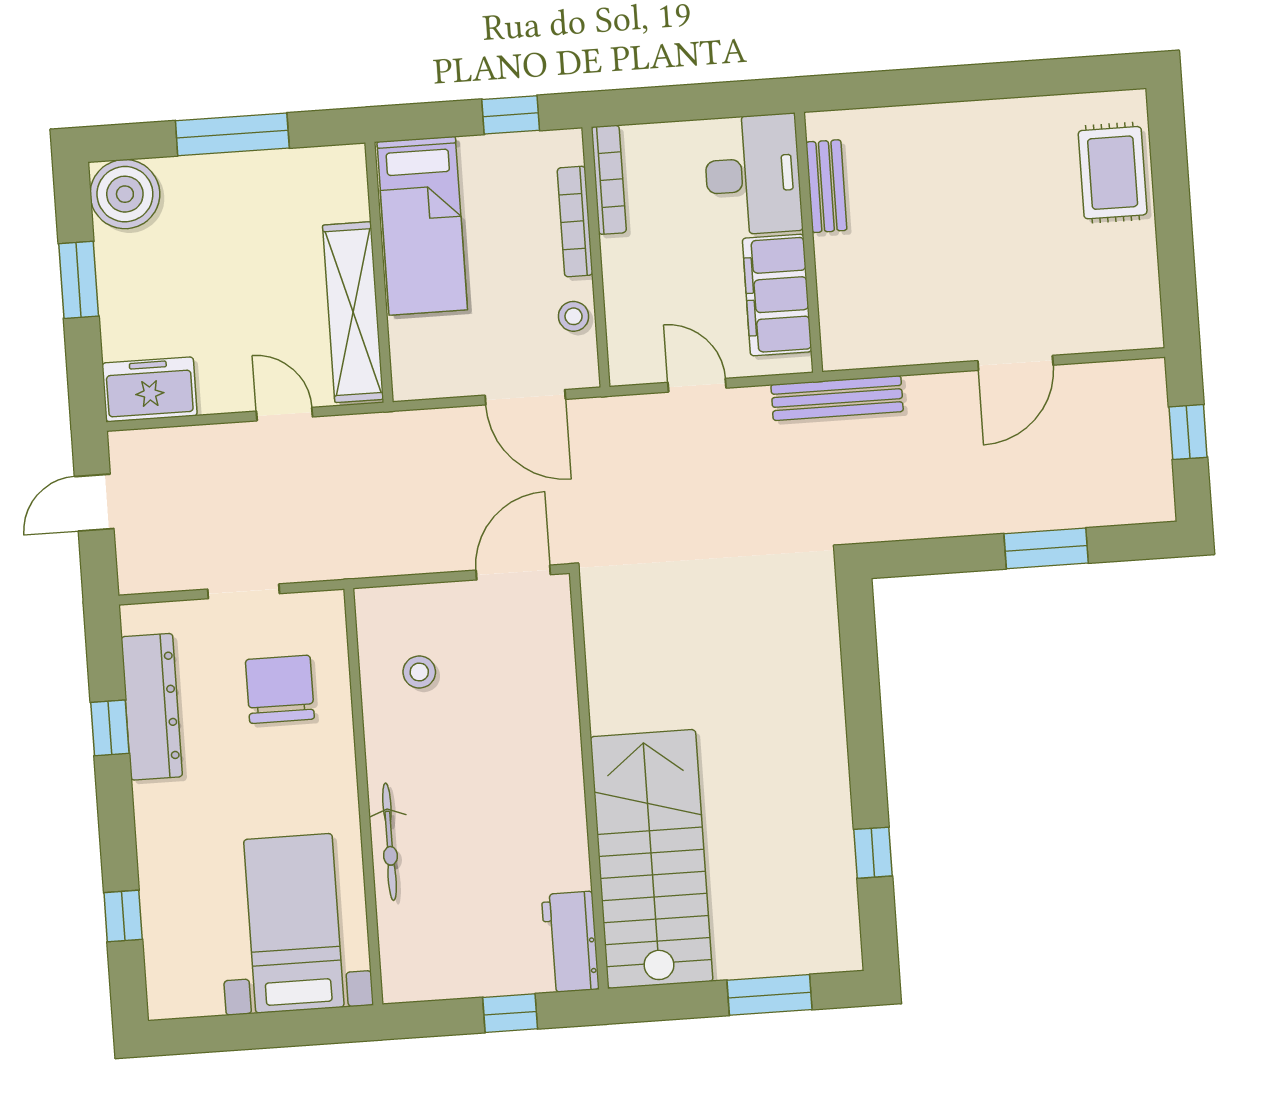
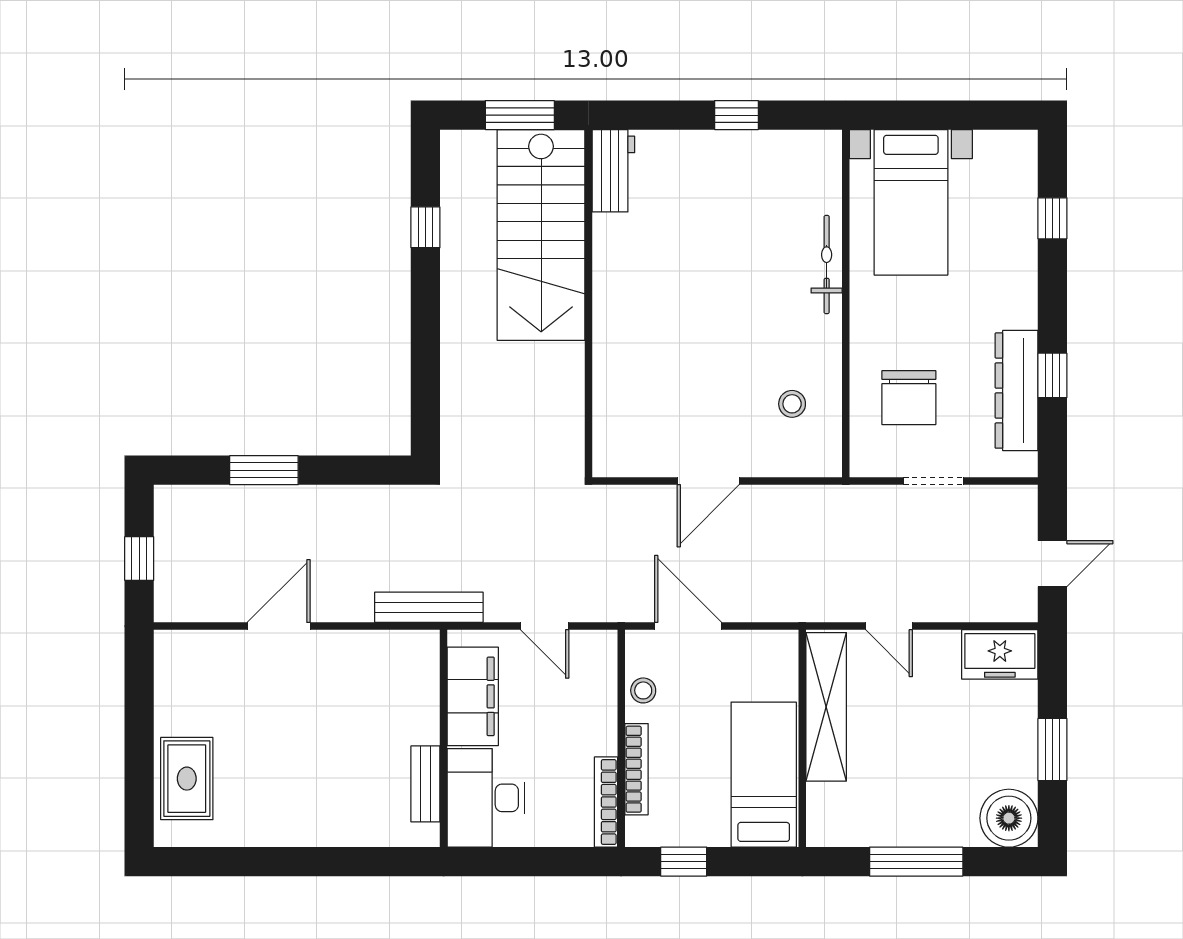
wall: (589, 781) -> (589, 304), moved
stairs: (652, 859) -> (541, 235), moved
workbench: (570, 942) -> (613, 171), moved

